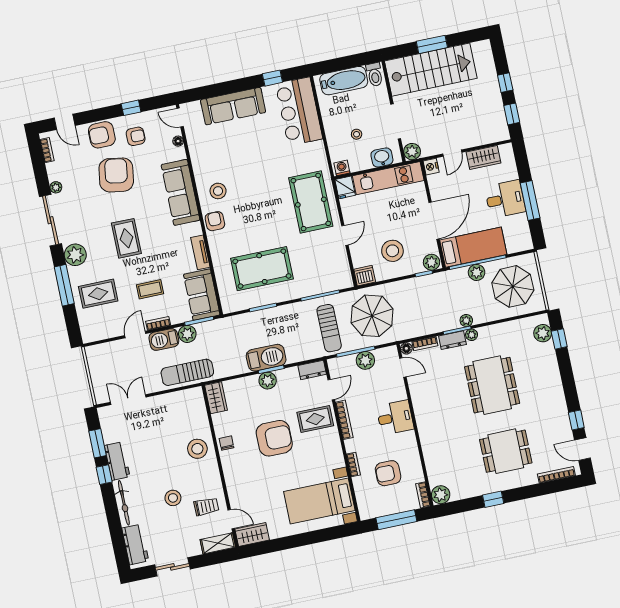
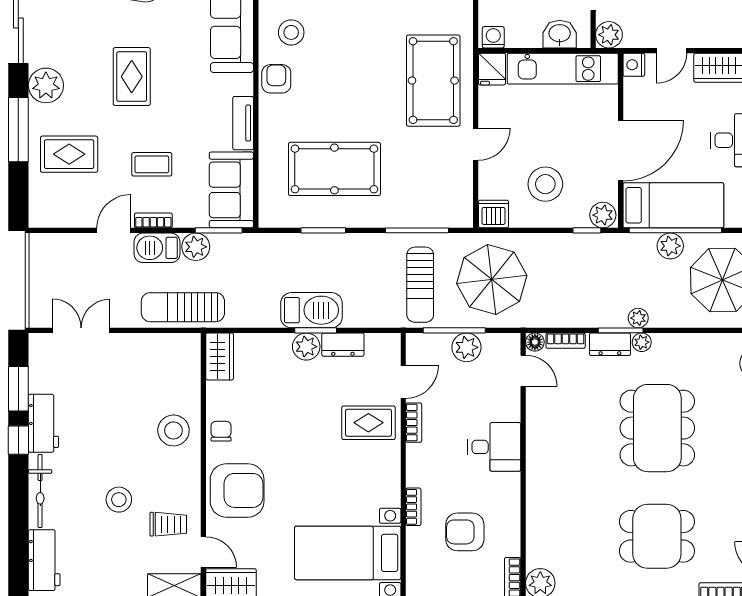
dresser: (312, 370) -> (343, 345), moved
bookcase: (344, 420) -> (414, 423), width x0.64
armchair: (274, 438) -> (237, 490), moved

